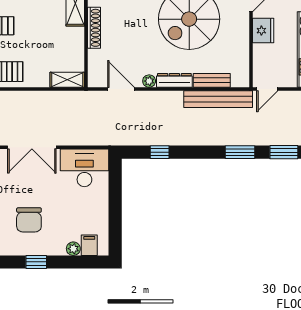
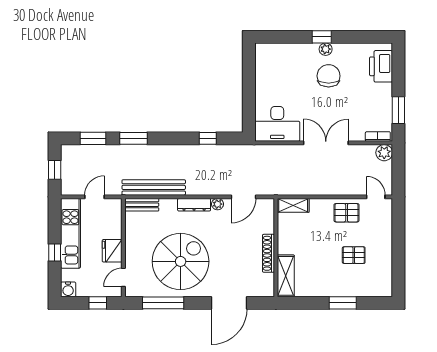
bench: (212, 80) -> (142, 205), moved
door: (121, 89) -> (243, 197), hinge flipped
door: (267, 89) -> (94, 197), moved
filing cabinet: (89, 245) -> (273, 52), removed
plant: (73, 249) -> (326, 49), moved

